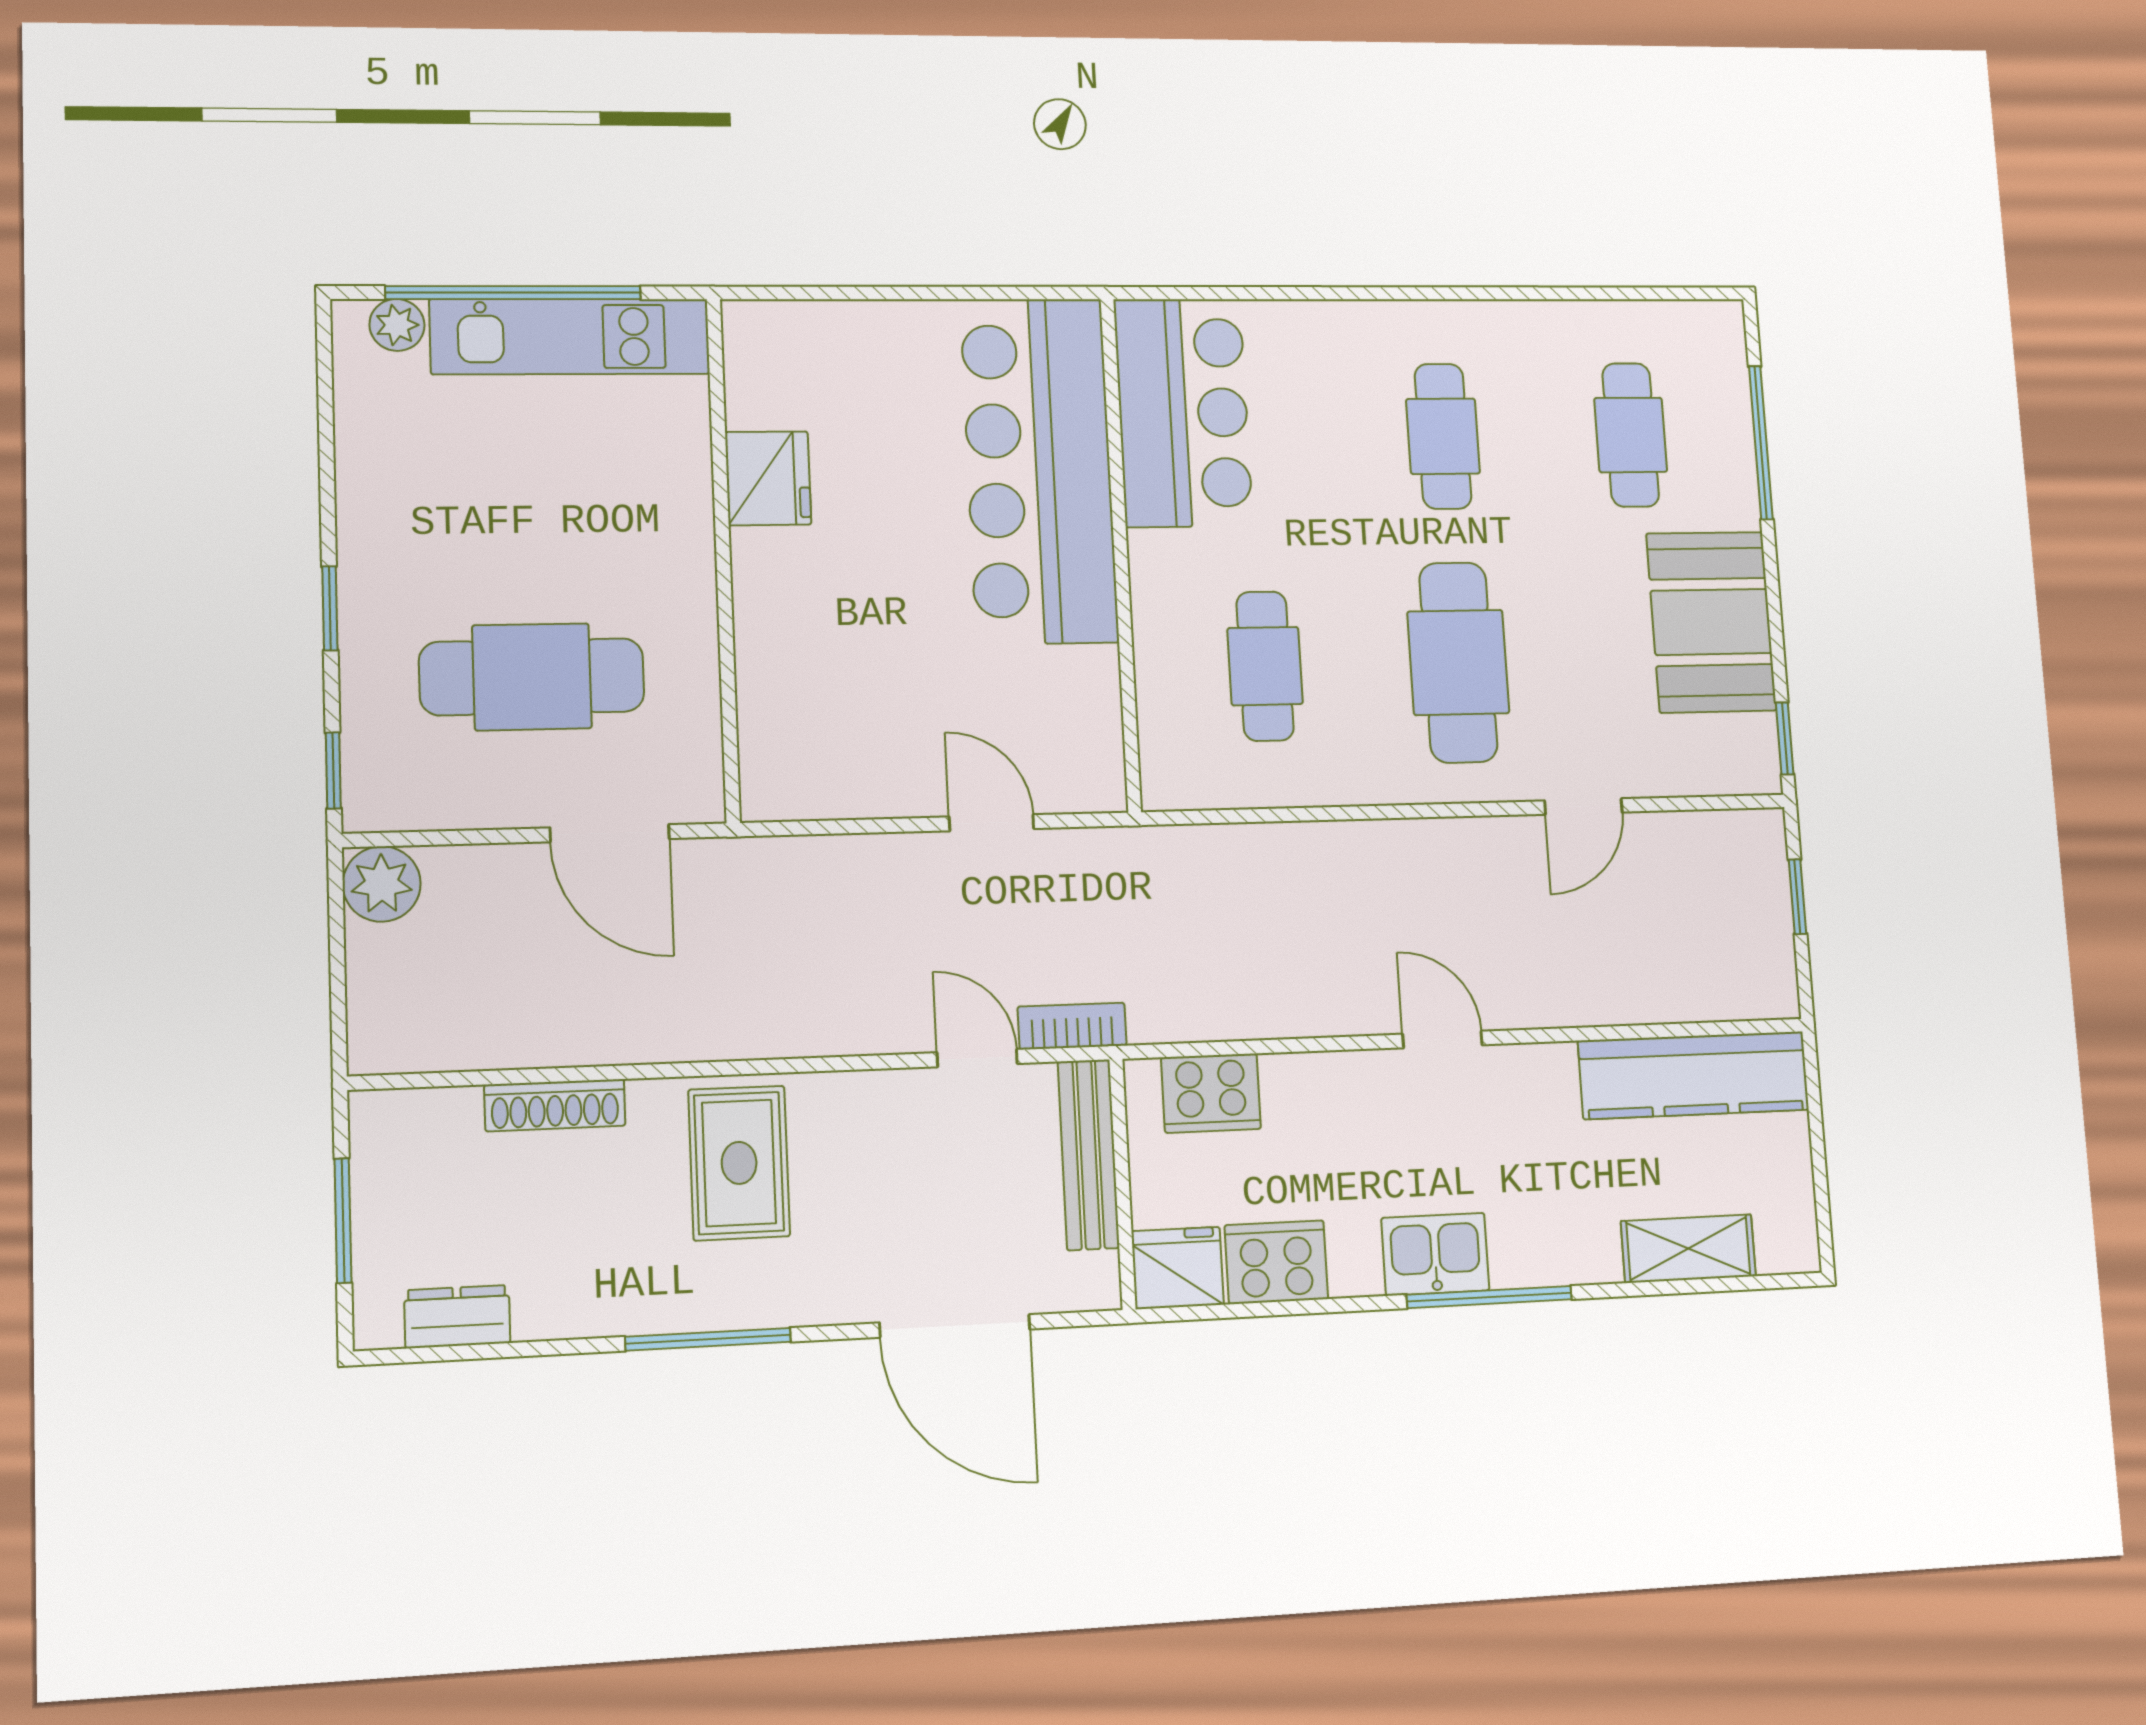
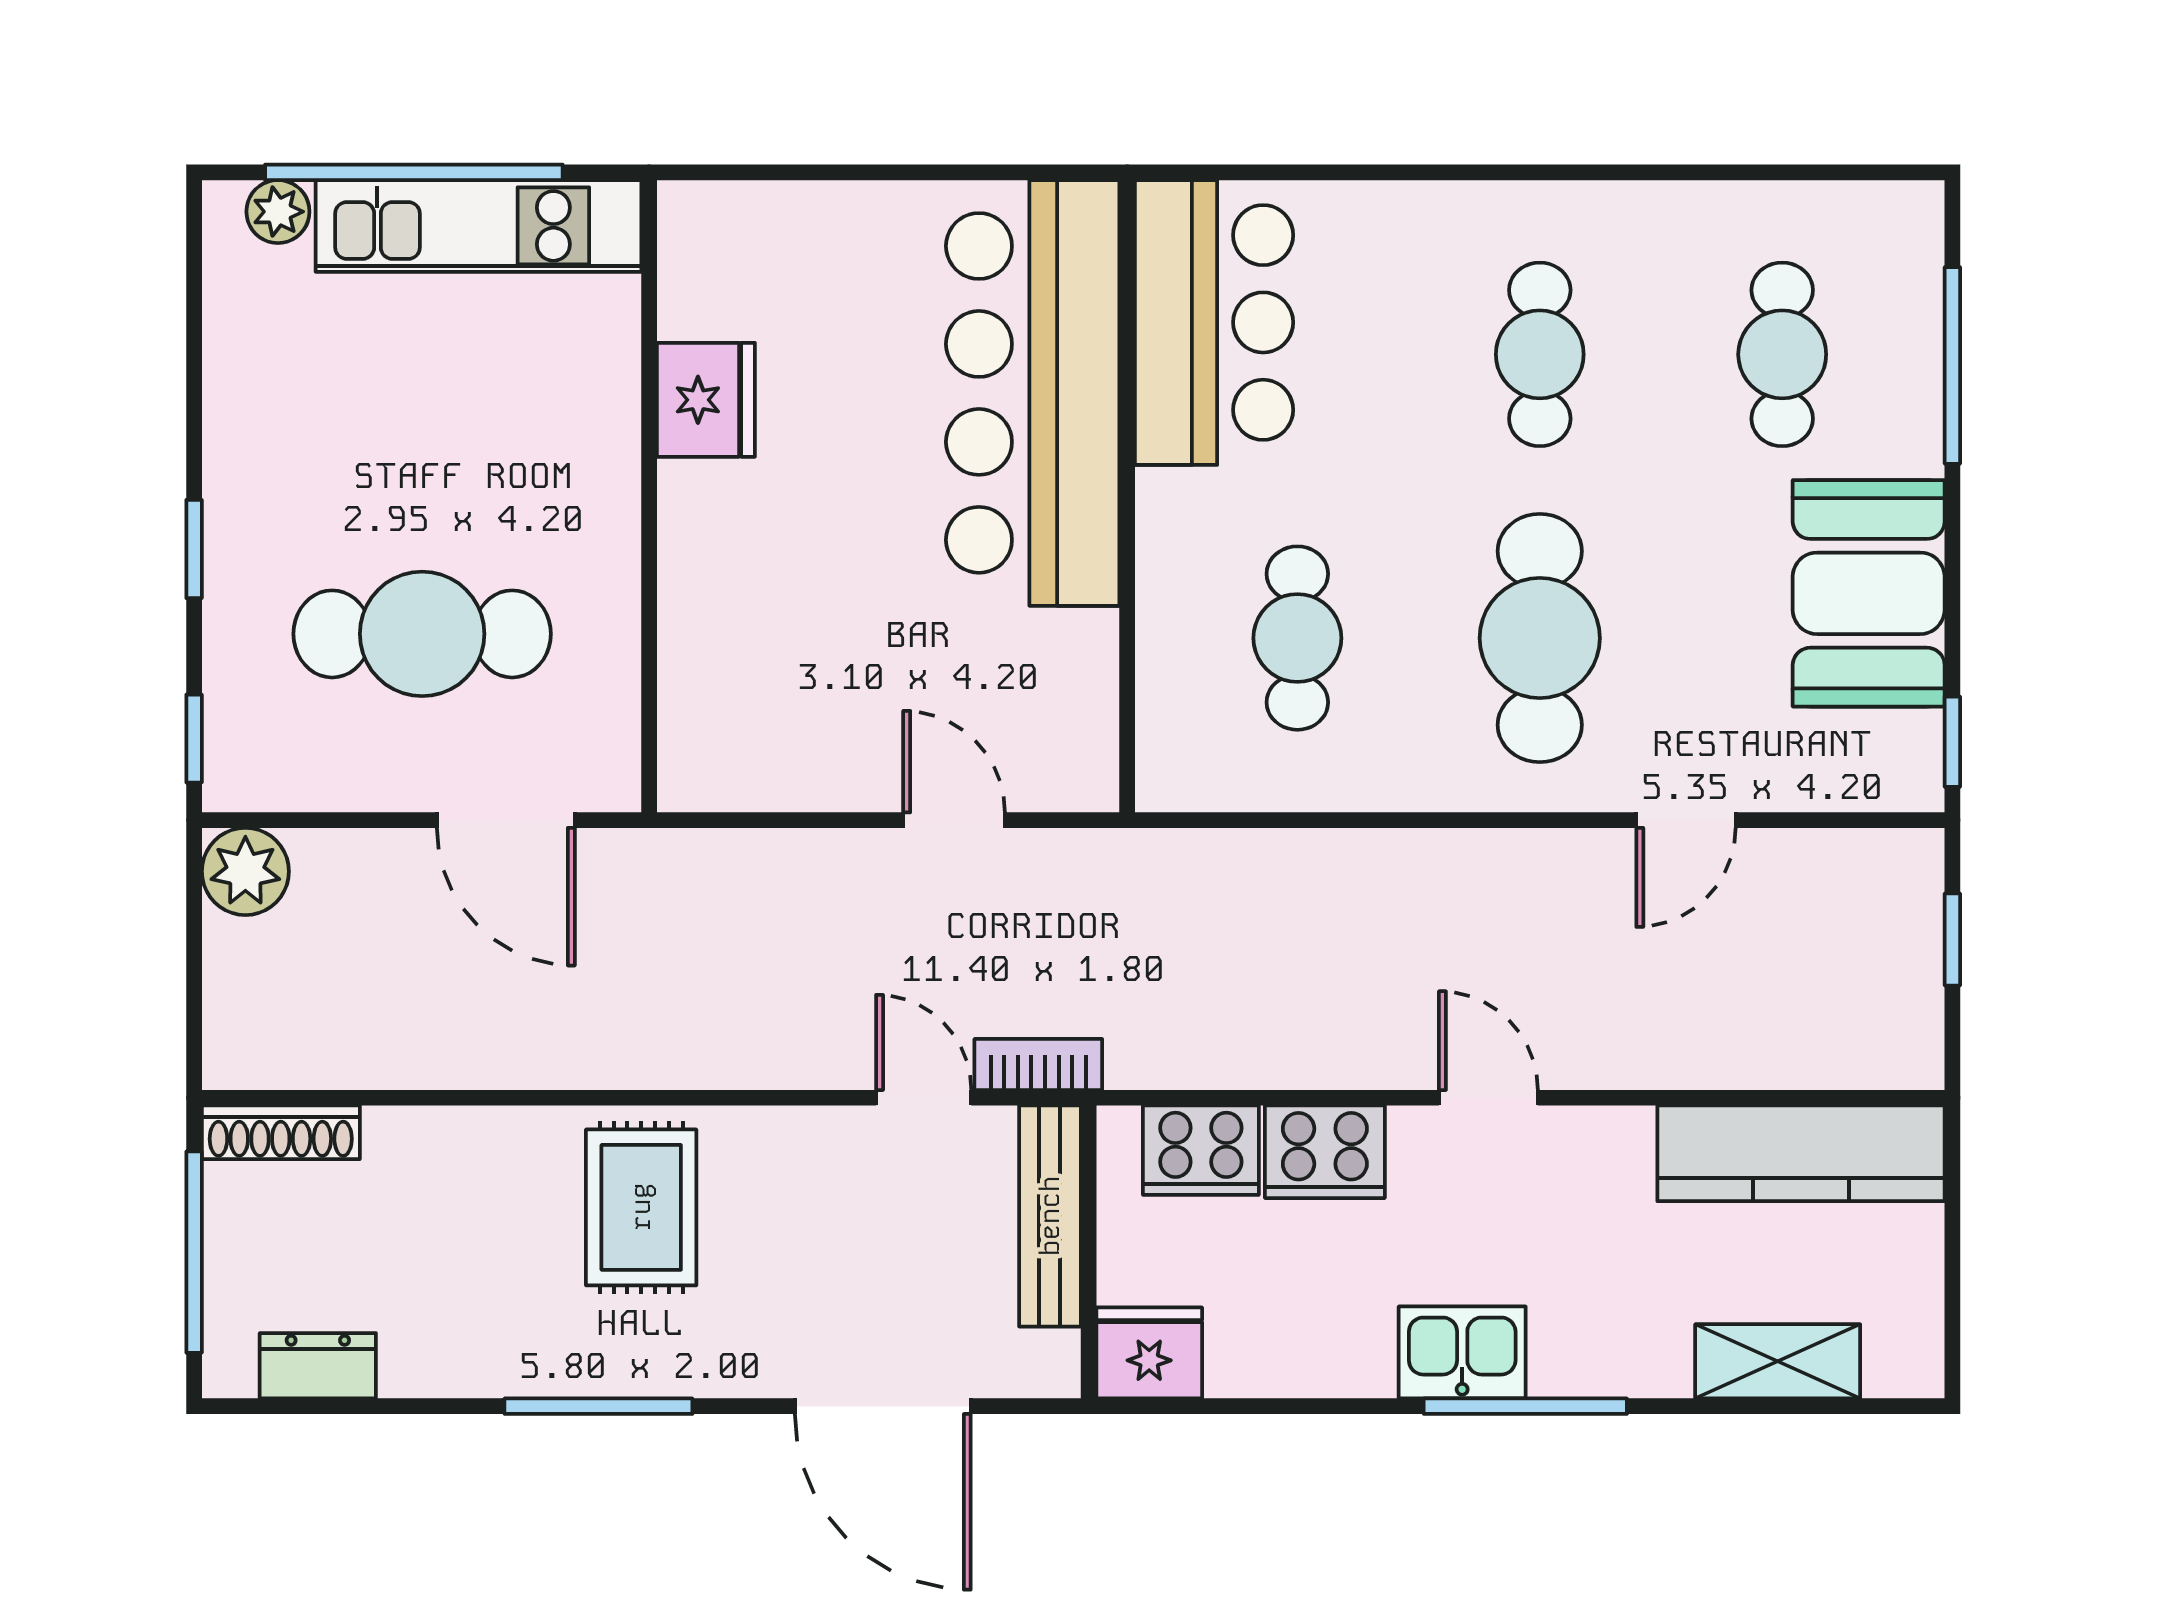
shoe rack: (555, 1105) -> (281, 1132), moved
window: (343, 1221) -> (194, 1252), width x1.44
cooker: (1276, 1262) -> (1325, 1152), moved, turned 180

